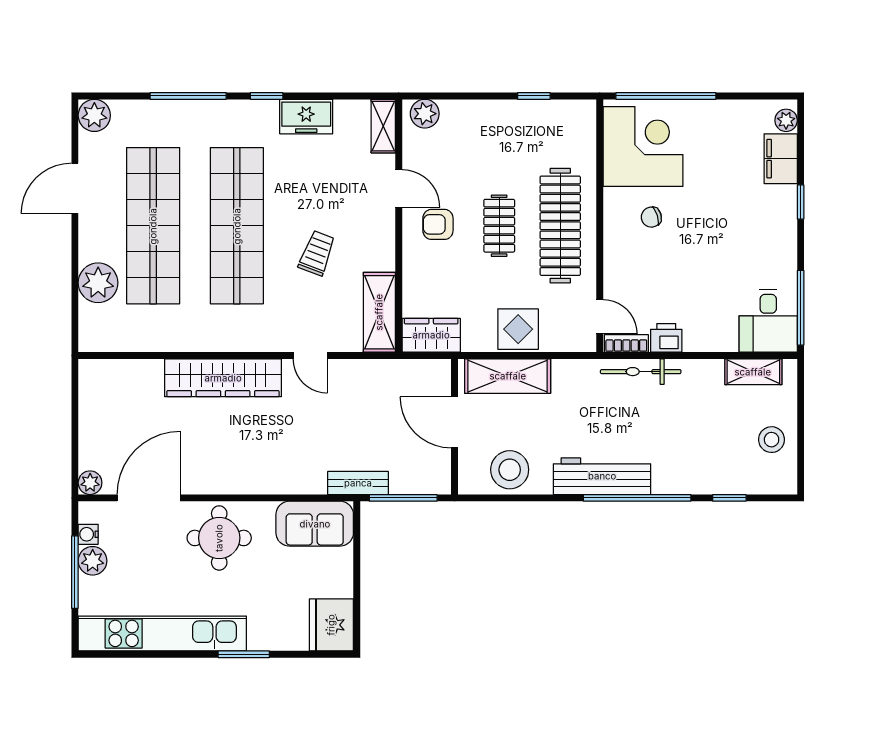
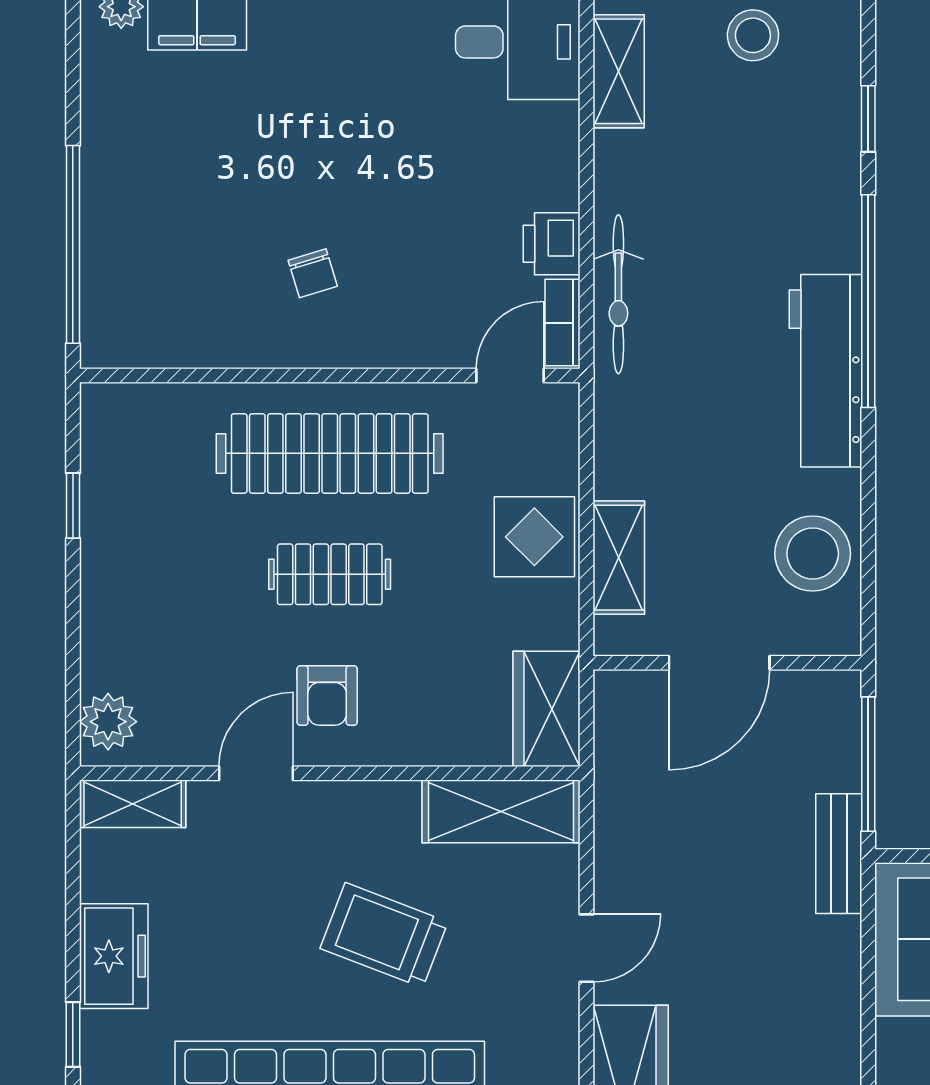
corner desk: (643, 147) -> (173, 290), removed
trolley: (317, 253) -> (384, 935), width x1.36, depth x1.39
shelving: (508, 376) -> (619, 558), width x0.67, depth x0.75

